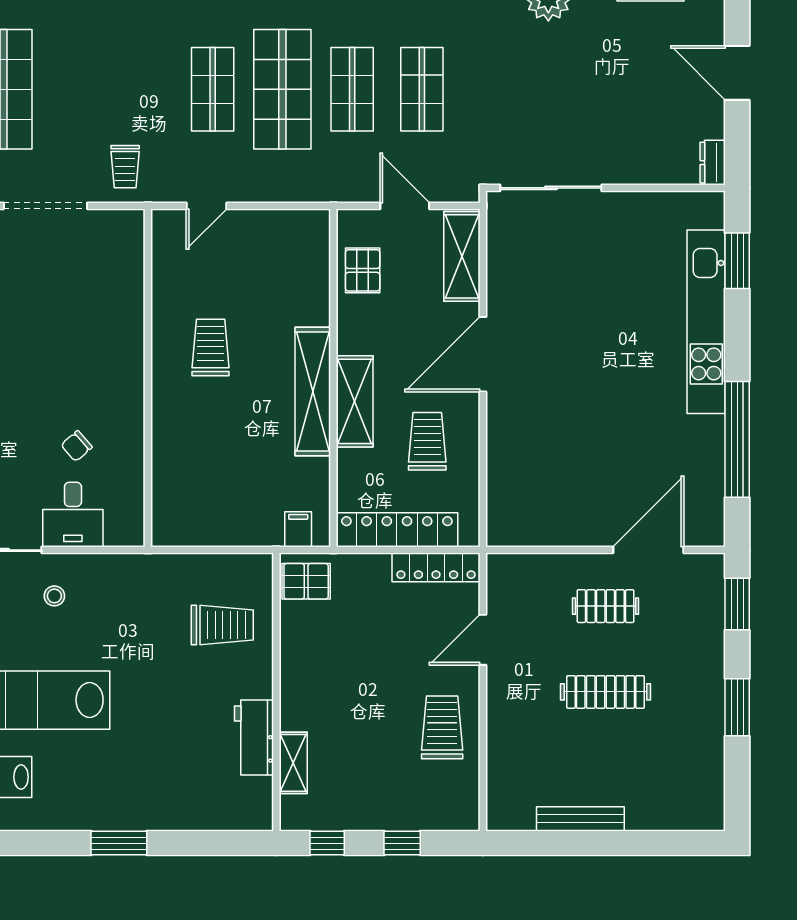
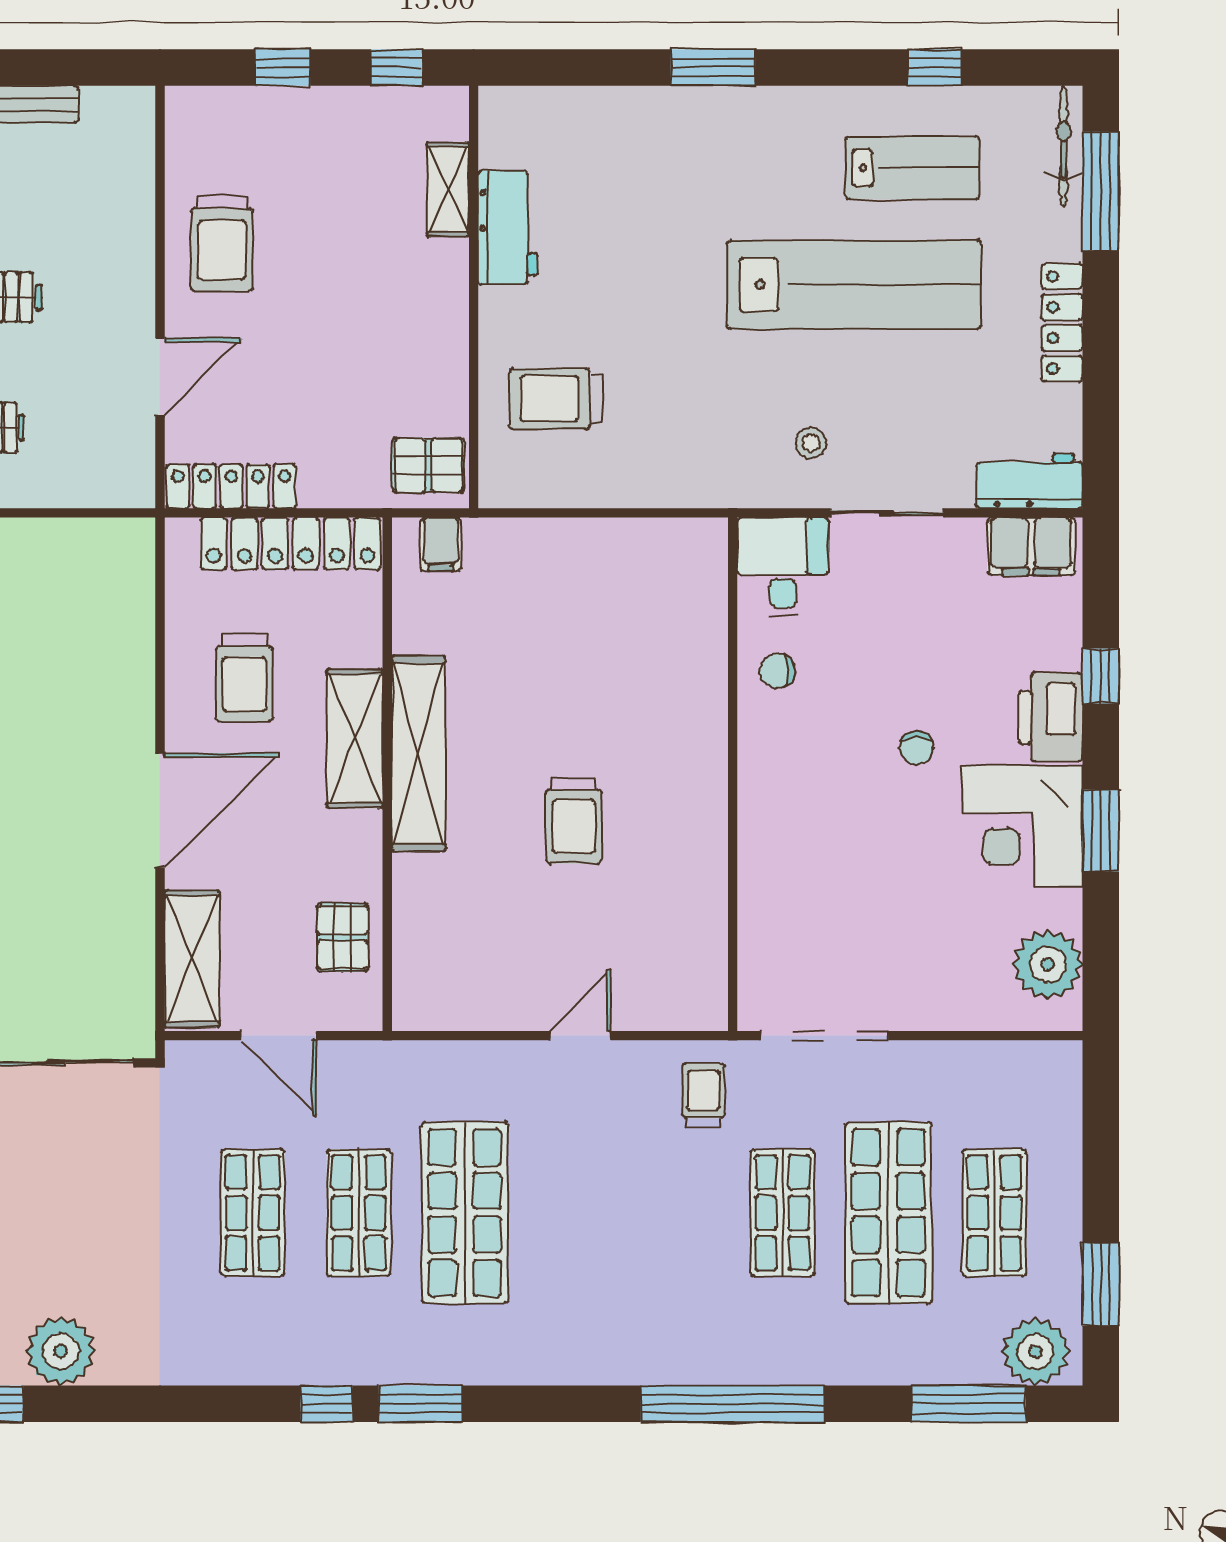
shop shelf: (213, 89) -> (782, 1213), moved
wall: (148, 378) -> (733, 774), moved
chair: (77, 446) -> (777, 671), turned -139

